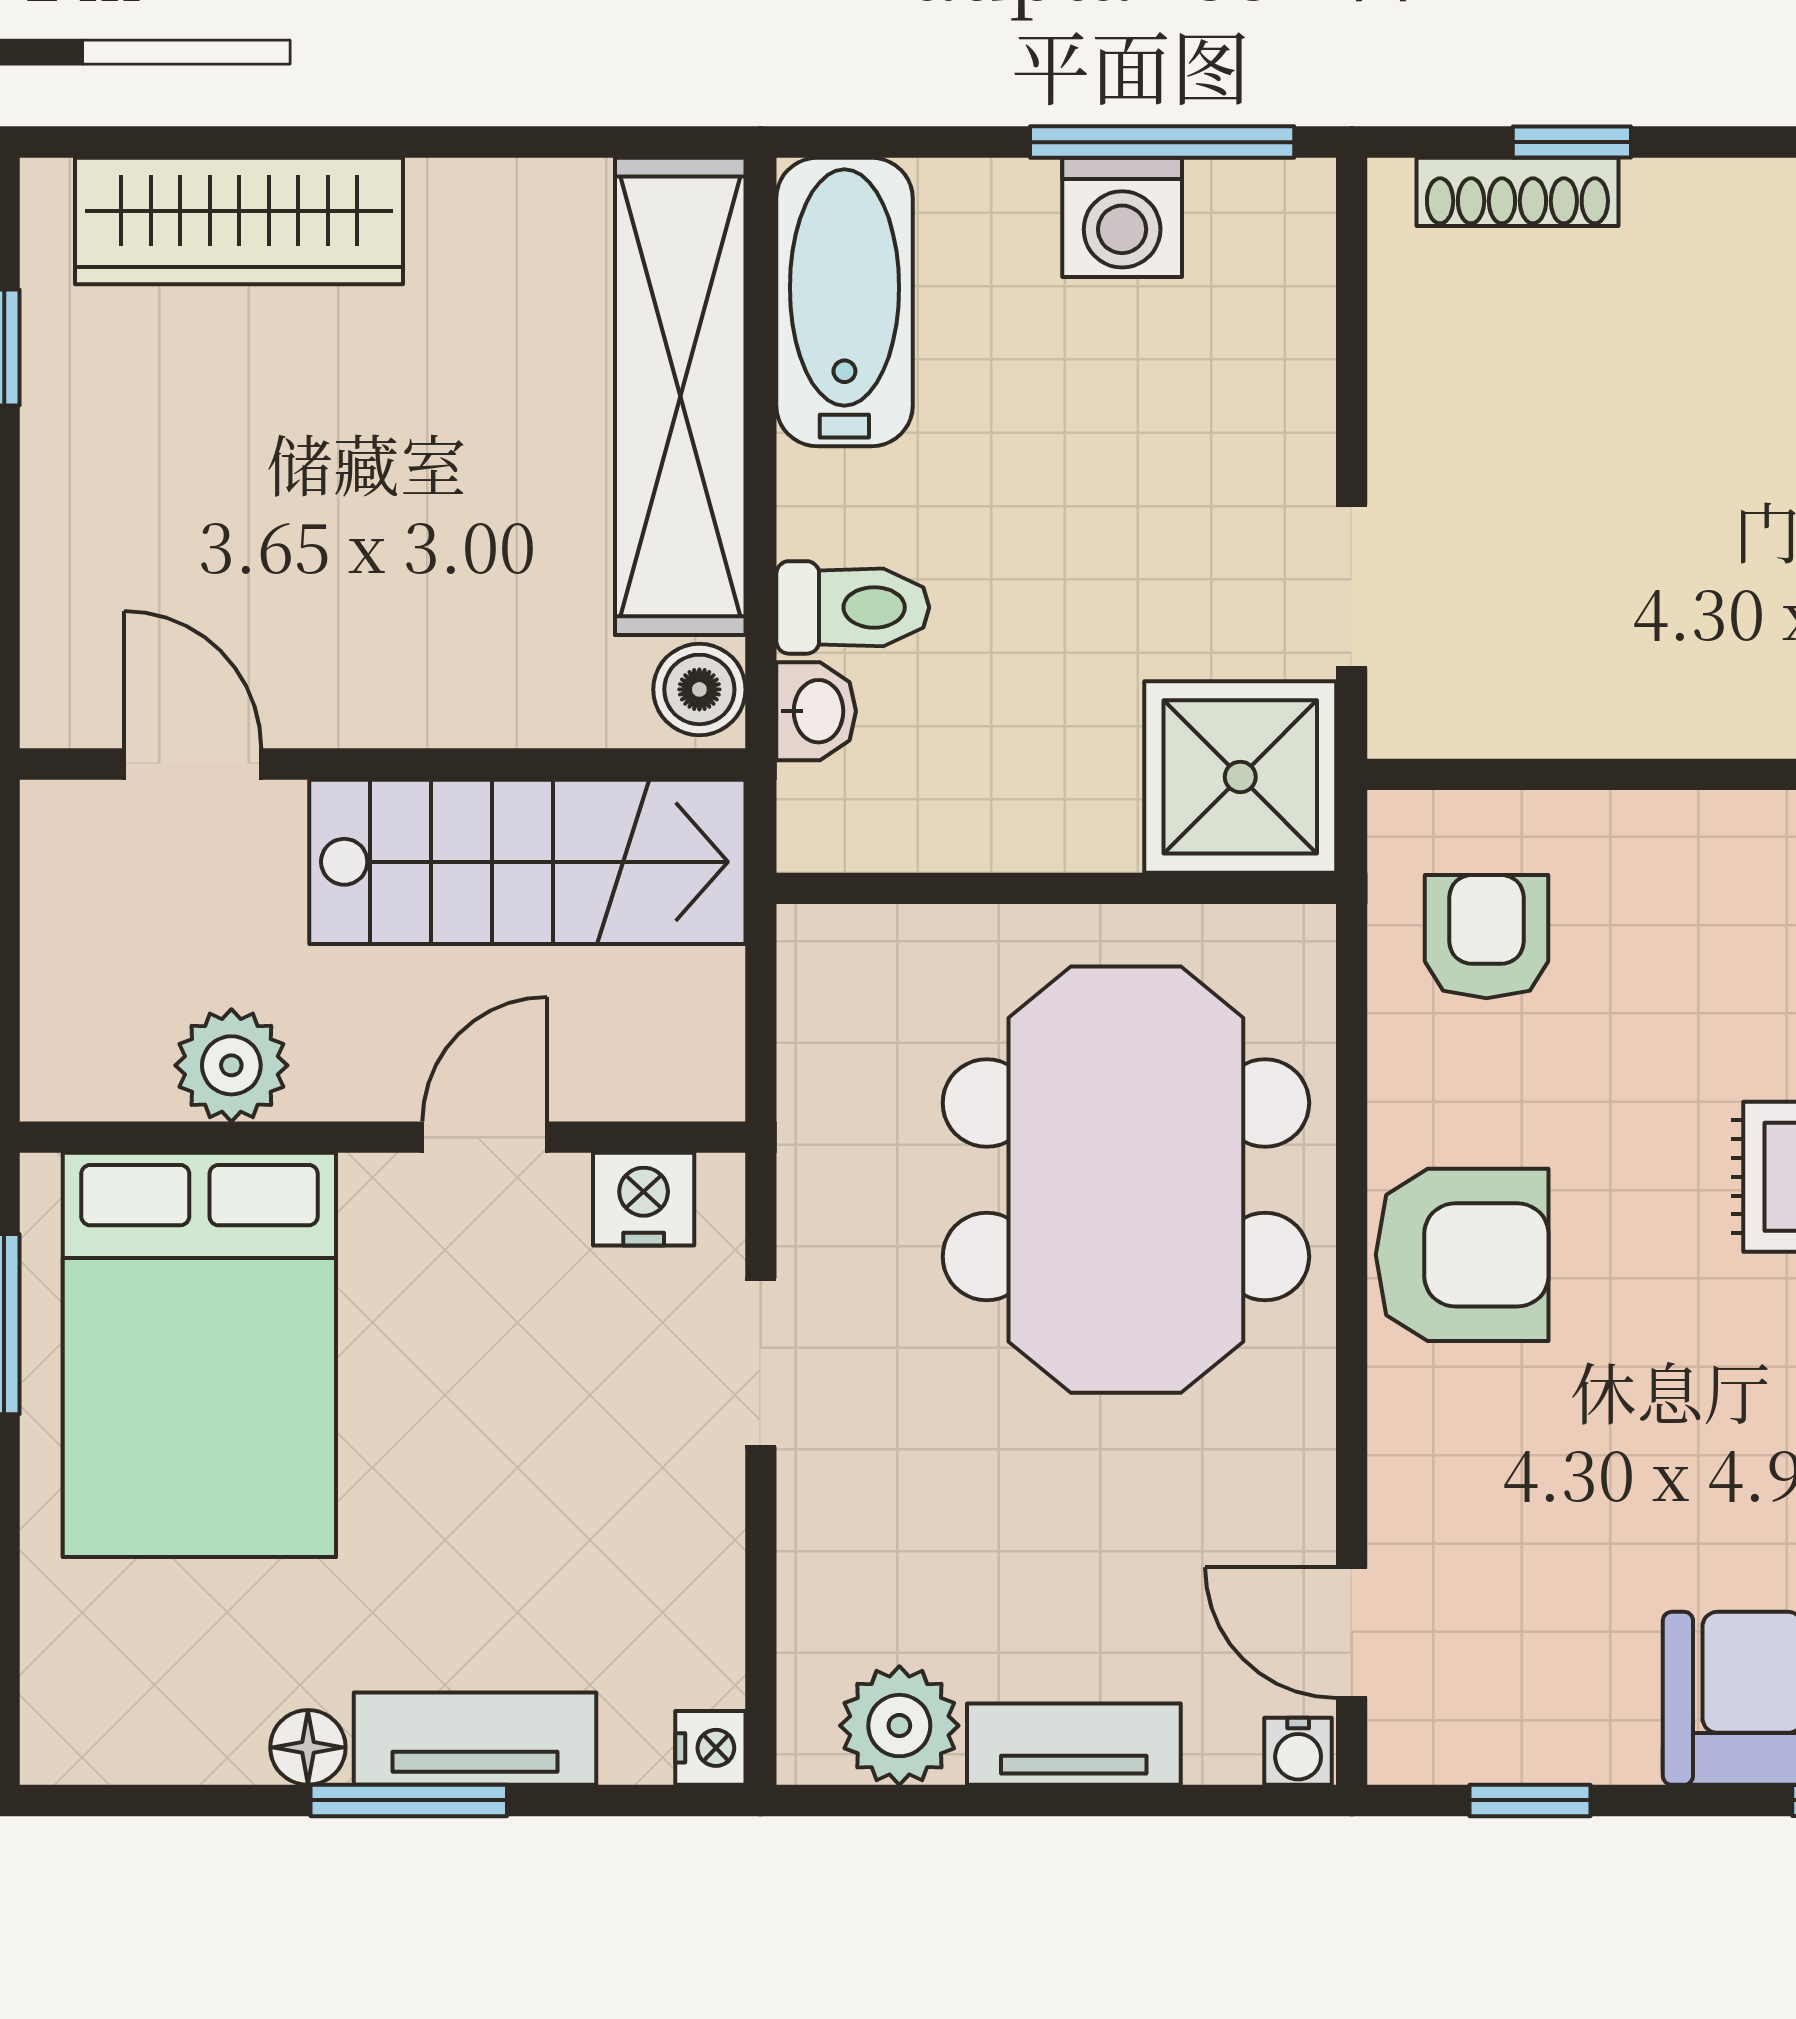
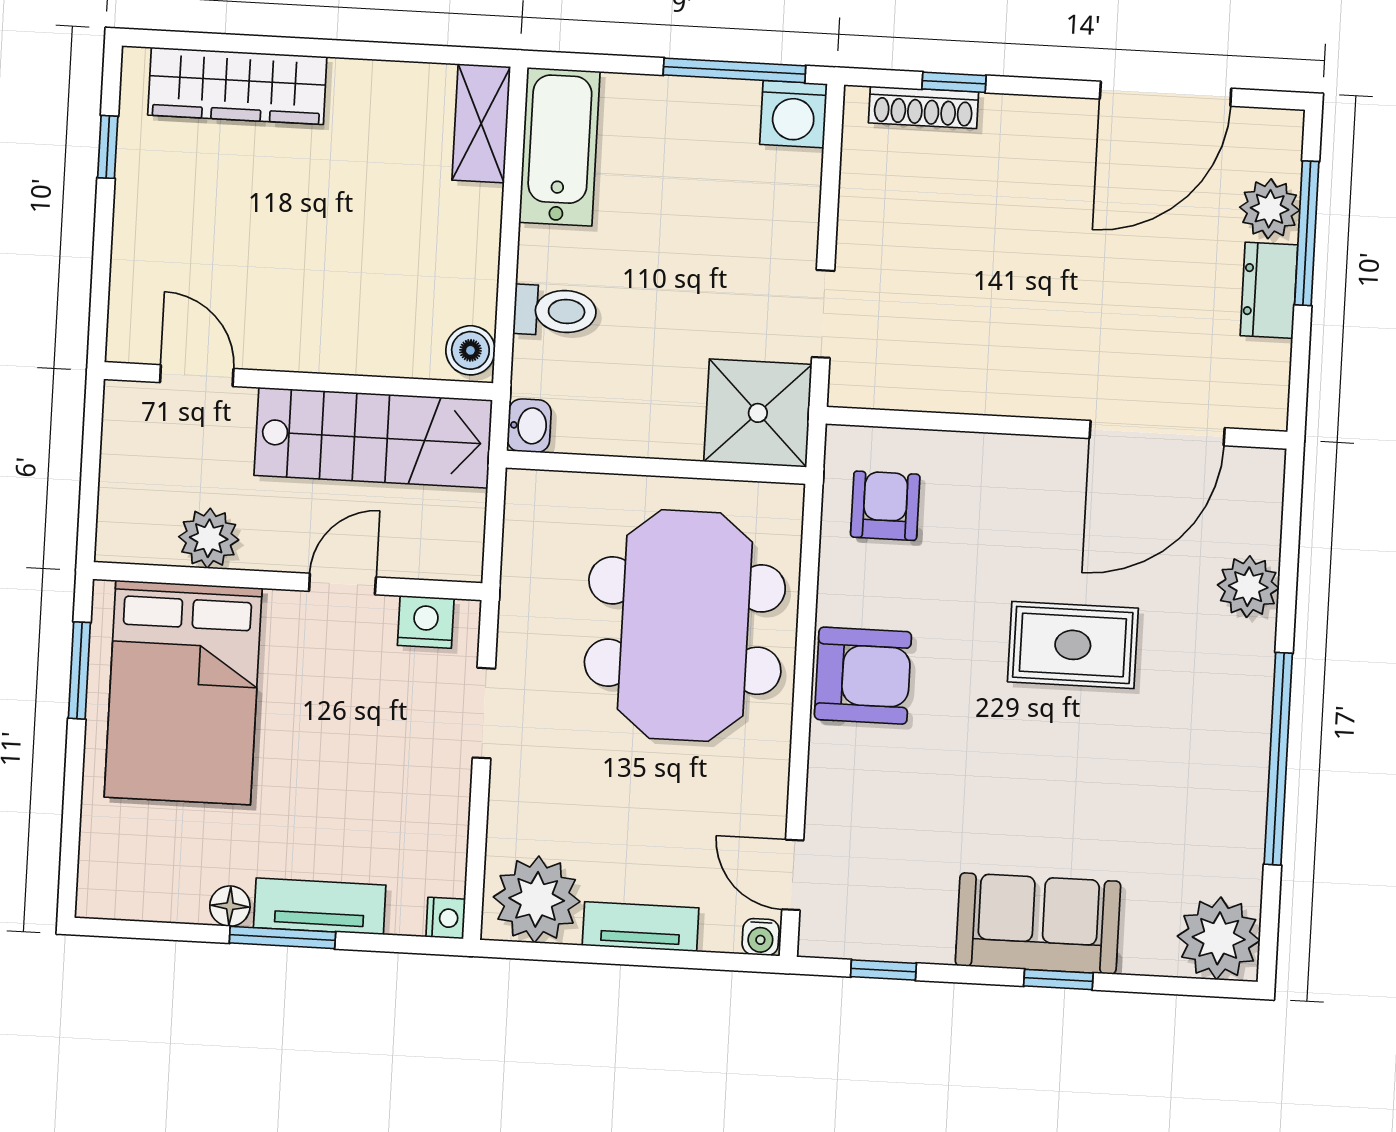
washing machine: (1122, 217) -> (793, 114), moved
shelving: (680, 396) -> (481, 123), width x0.45, depth x0.75
washbasin: (816, 711) -> (529, 426), moved
plant: (899, 1726) -> (537, 899), width x1.36, depth x1.36

